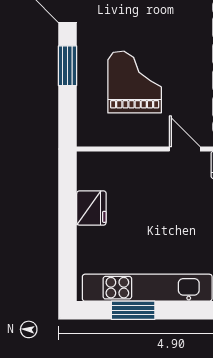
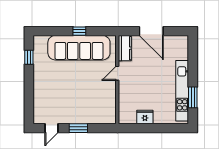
grand piano: (135, 82) -> (86, 97), removed

